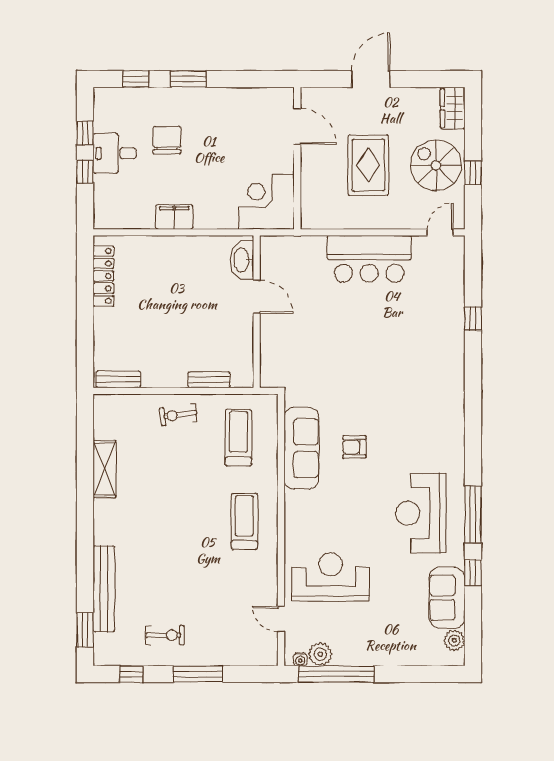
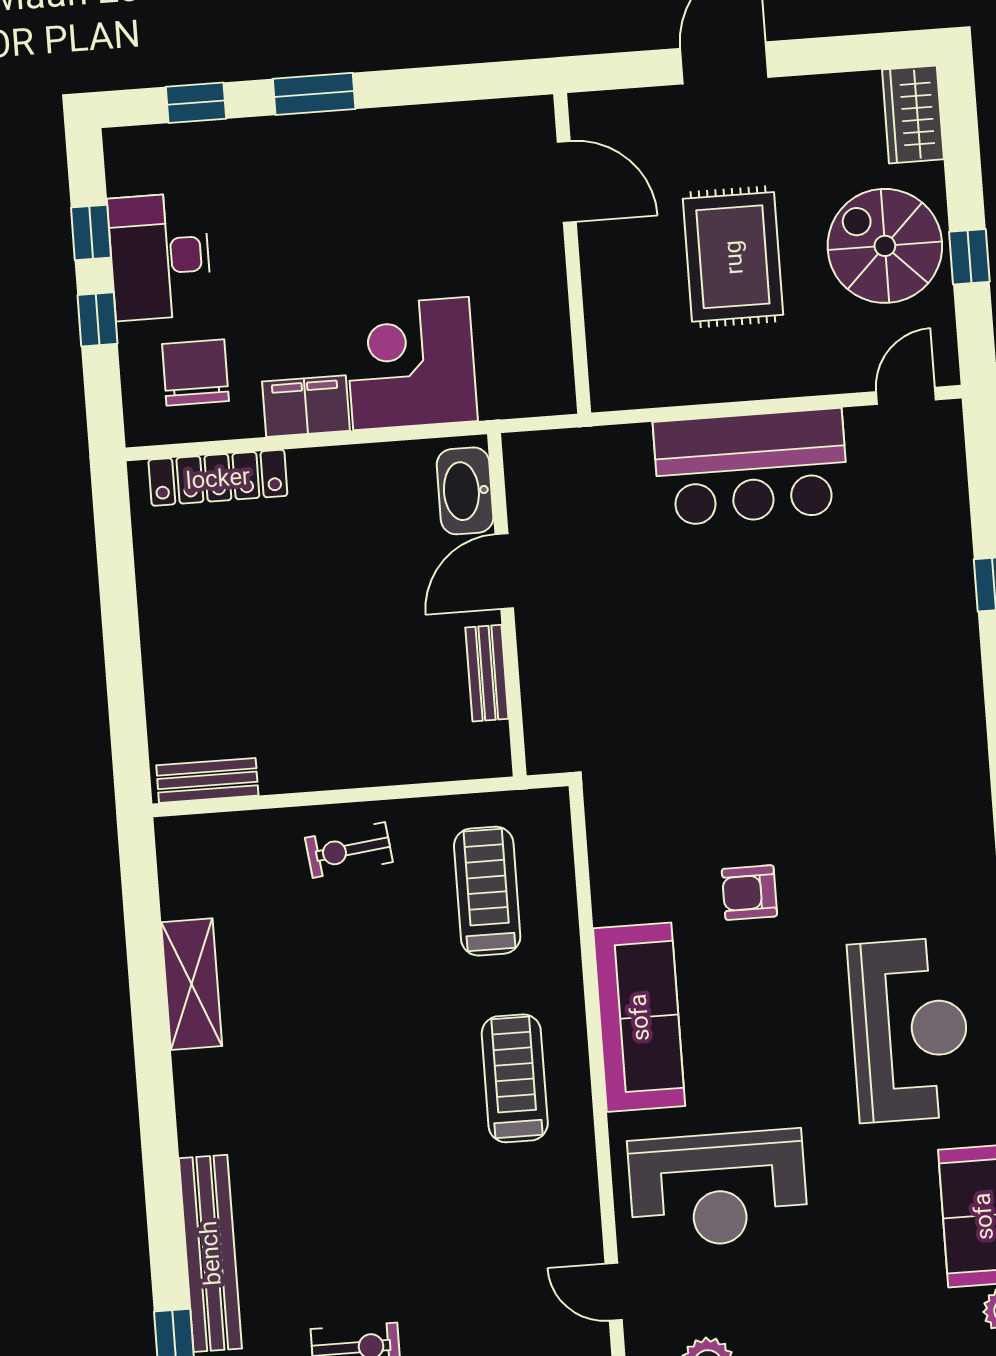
chair: (167, 140) -> (195, 372), moved
desk: (115, 153) -> (160, 256), width x1.37
corner desk: (266, 202) -> (411, 364), moved
locker: (103, 276) -> (218, 478), moved, turned 90
door: (257, 297) -> (504, 571), swing flipped
bench: (209, 380) -> (487, 673), moved, turned 90
sofa: (301, 448) -> (639, 1017), moved
reception desk: (421, 513) -> (910, 1030), turned 180
reception desk: (331, 577) -> (718, 1189), turned 180

